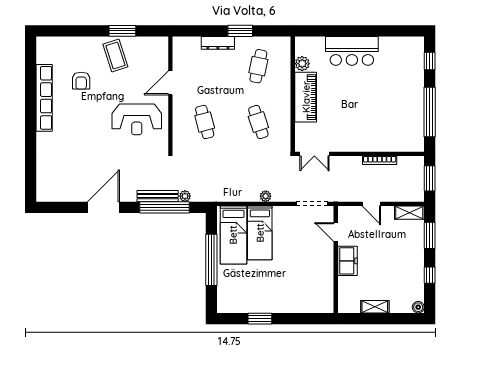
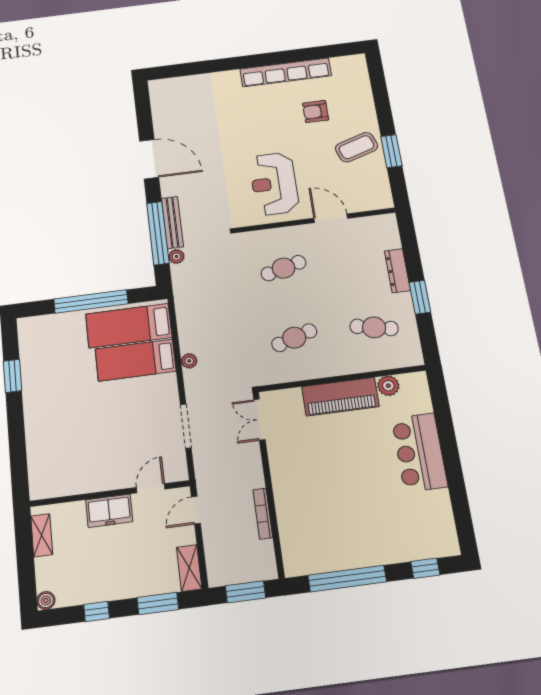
door: (336, 232) -> (151, 488), moved
wall: (336, 260) -> (110, 494), moved
freezer: (347, 261) -> (109, 511), moved

